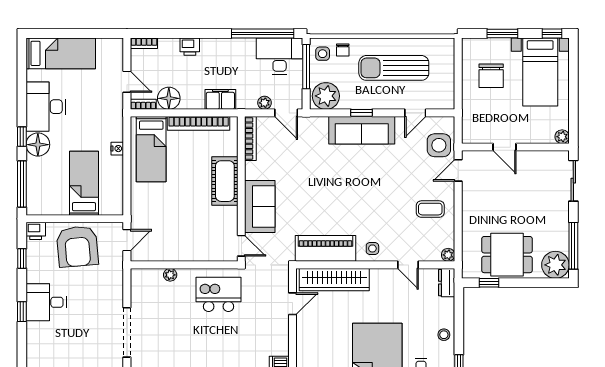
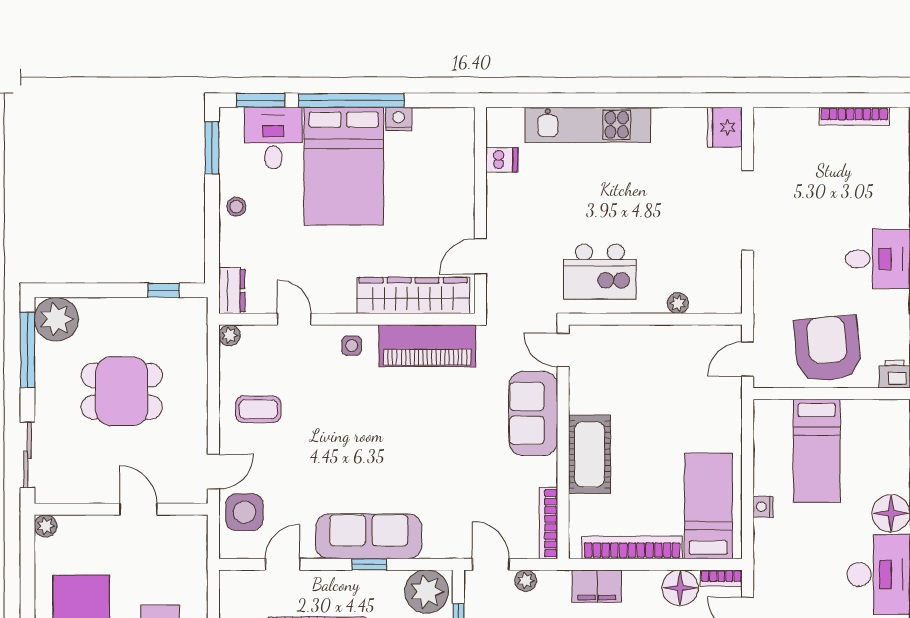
dining table: (507, 255) -> (122, 391), moved

